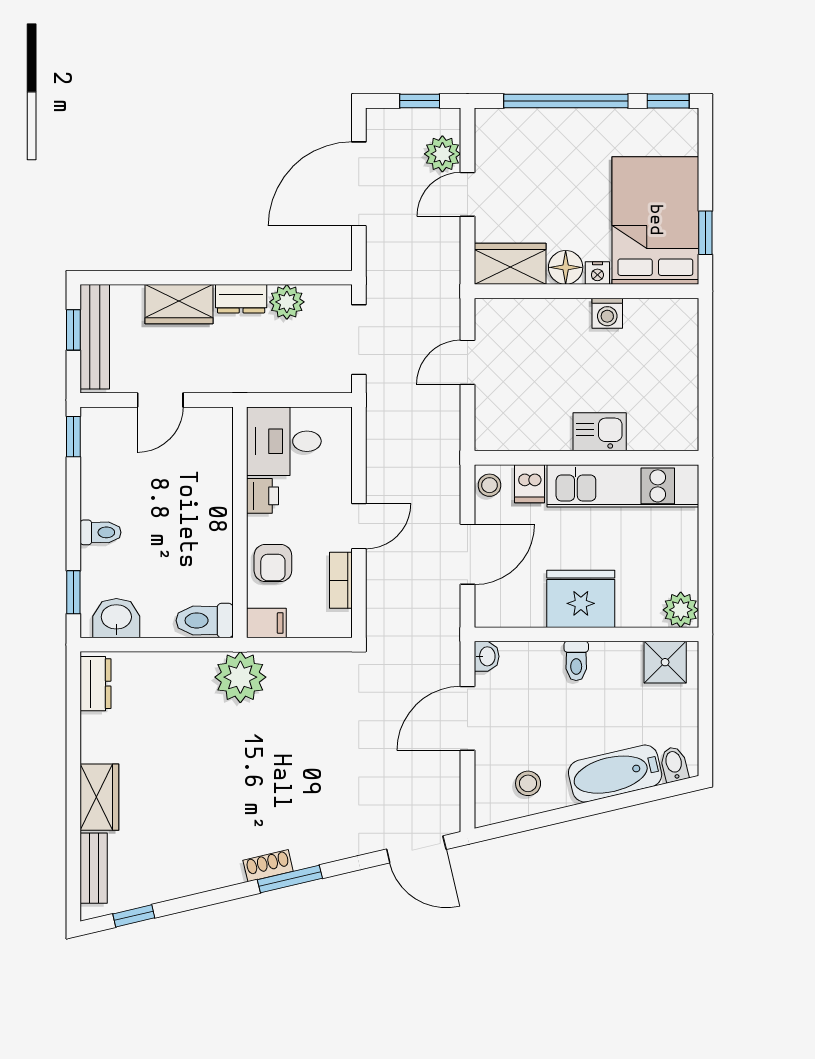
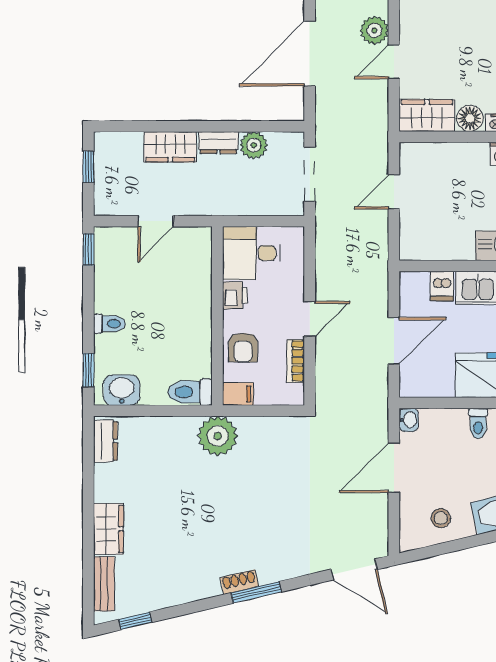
bench: (95, 337) -> (105, 172), removed
stool: (490, 485) -> (411, 287), removed

